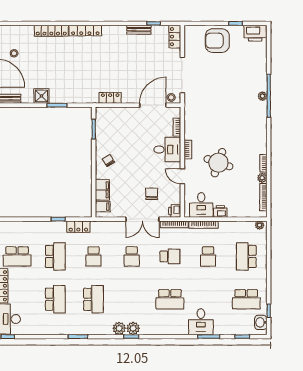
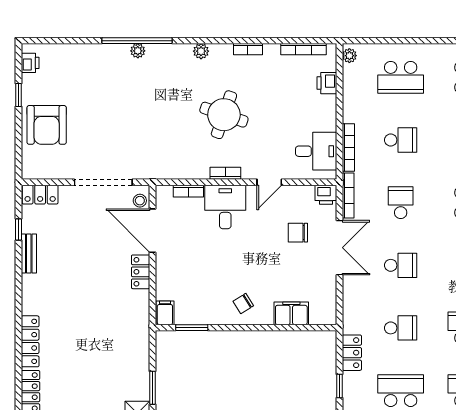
printer: (255, 33) -> (30, 63), width x0.53, depth x0.68
locker: (110, 98) -> (141, 272), moved
round table: (218, 163) -> (224, 115), moved
plant: (262, 178) -> (201, 51), moved
filing cabinet: (103, 207) -> (165, 313), moved
printer: (220, 211) -> (327, 83), moved

